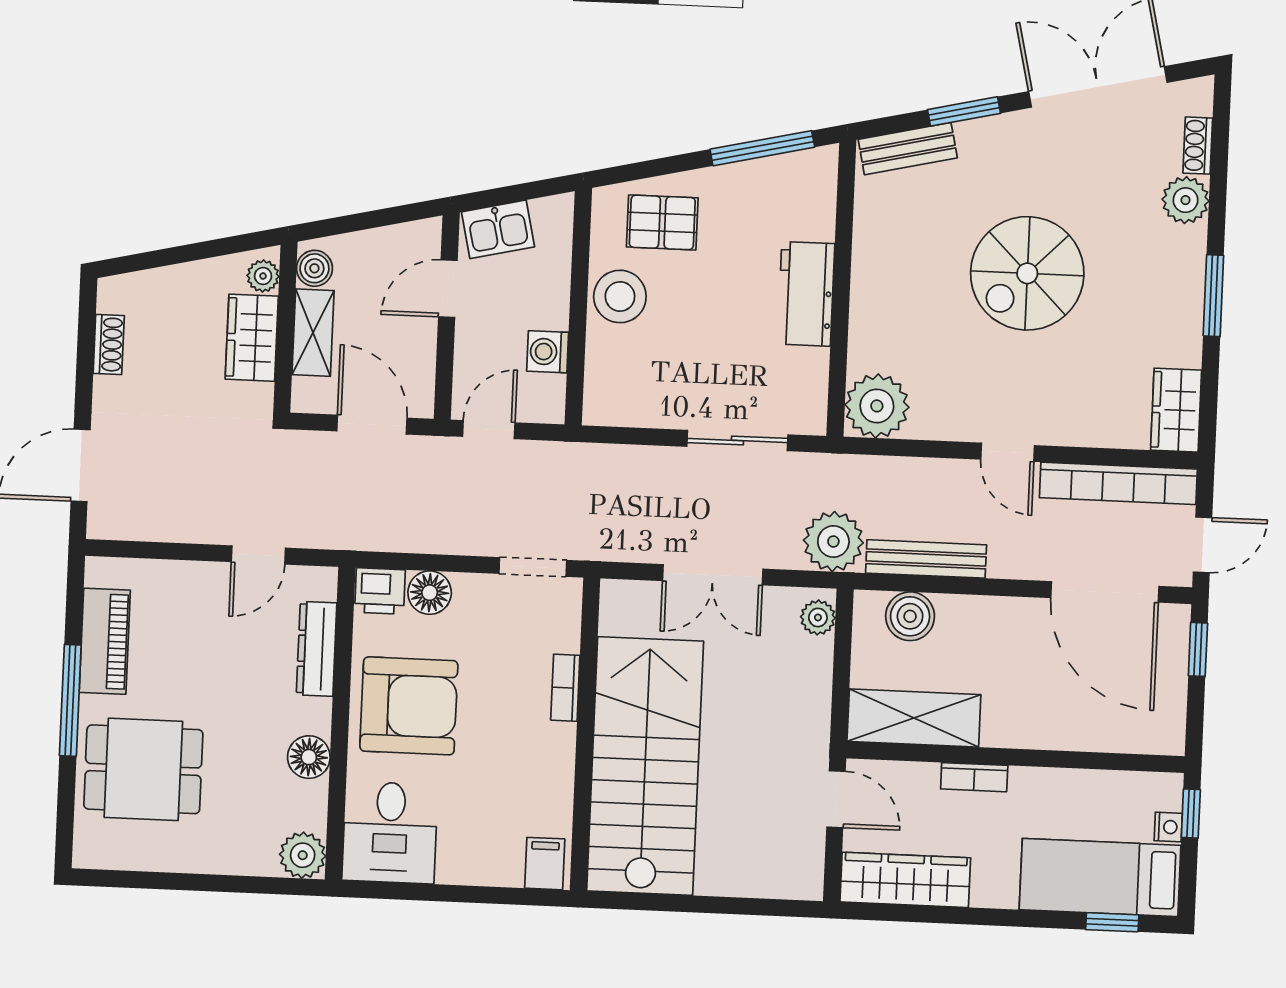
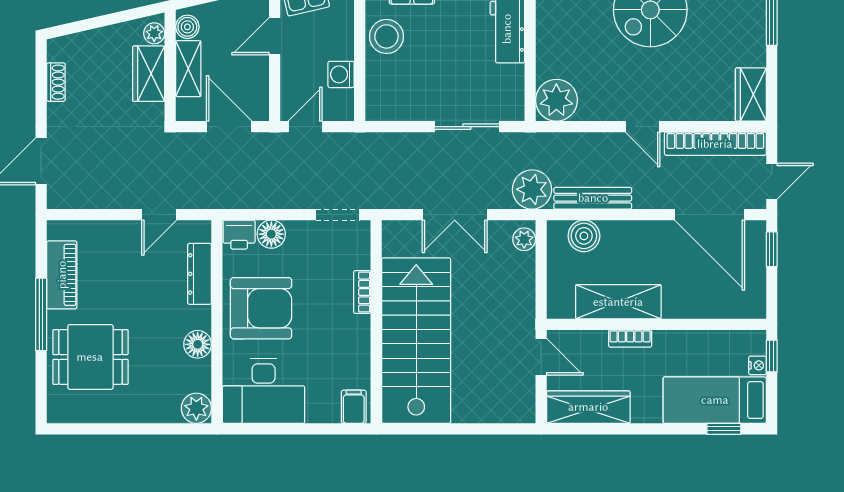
shelving: (914, 718) -> (618, 302), moved
desk: (390, 832) -> (264, 391), width x1.37

